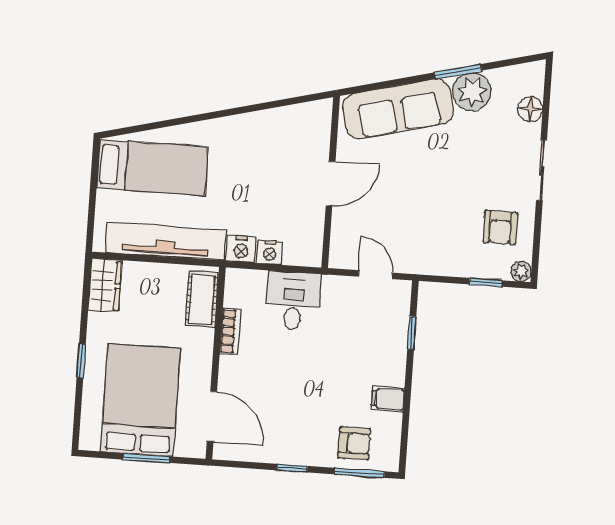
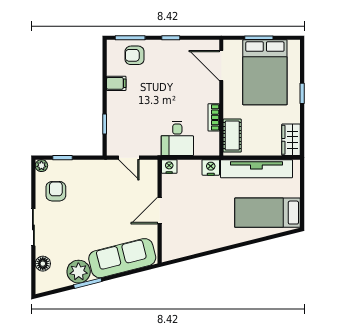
nightstand: (270, 252) -> (169, 166), moved

